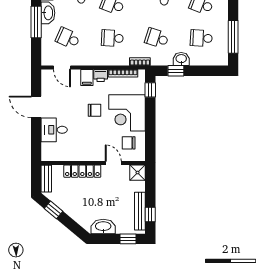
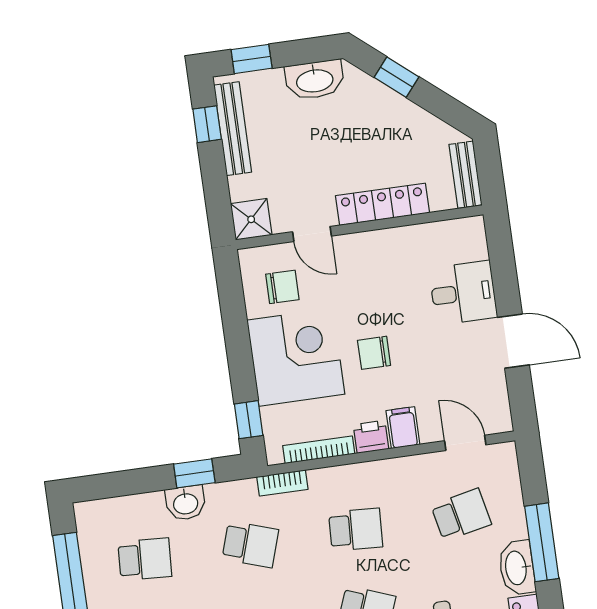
school desk: (68, 38) -> (461, 515), turned -36
window: (53, 210) -> (397, 77), moved

